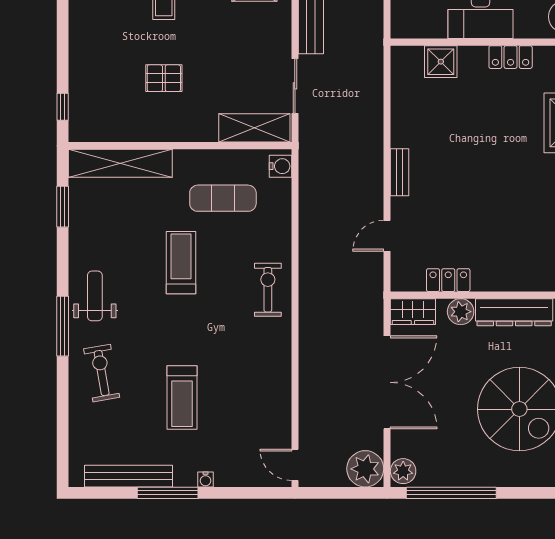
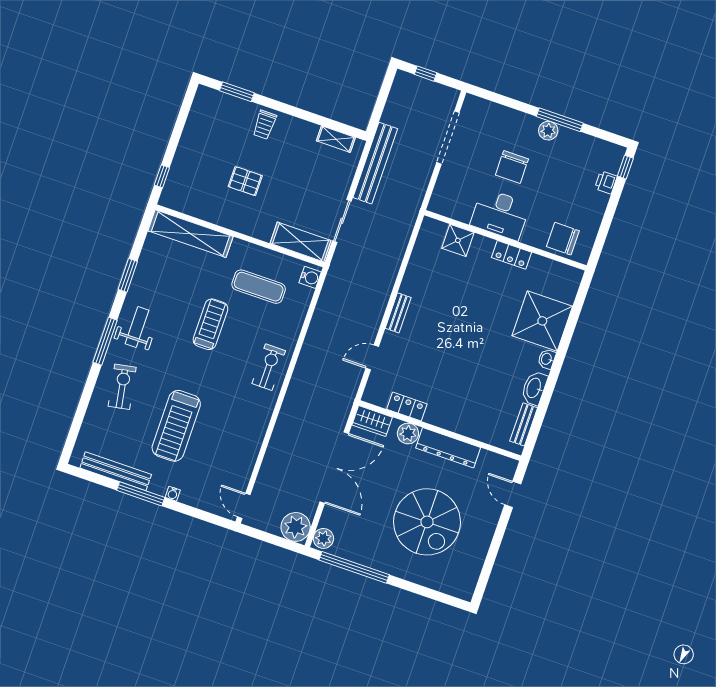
window: (63, 207) -> (128, 275), moved
treadmill: (182, 397) -> (176, 426), width x1.37, depth x1.38

